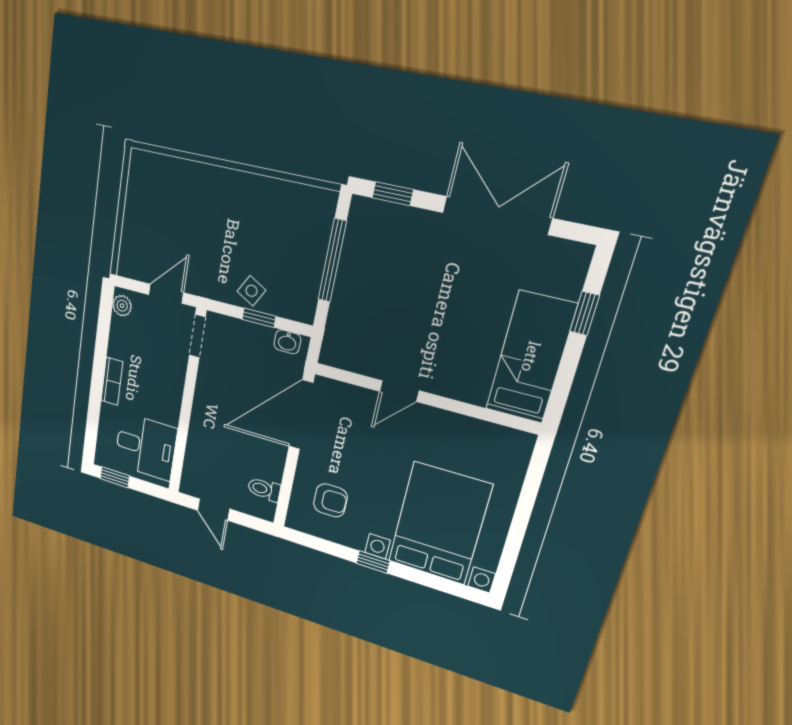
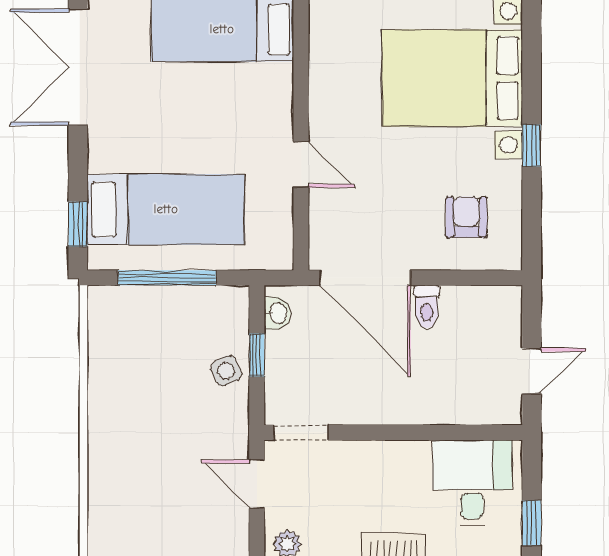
double door: (497, 215) -> (78, 67), moved
bed: (388, 272) -> (166, 209), added
side table: (252, 291) -> (226, 371), turned 36
toilet: (264, 489) -> (427, 307), moved

